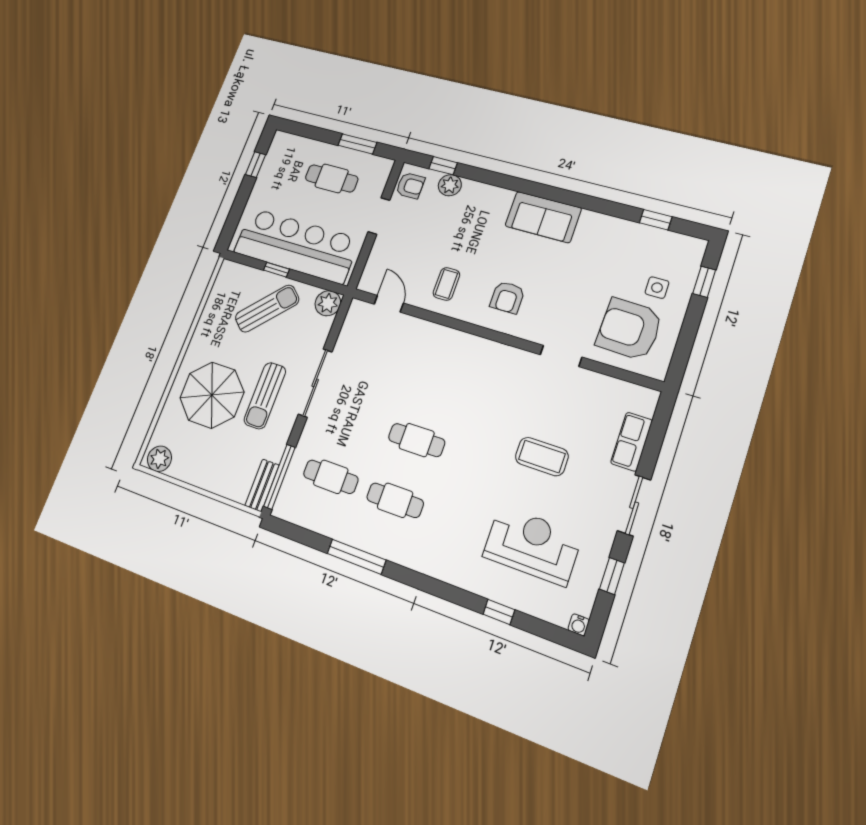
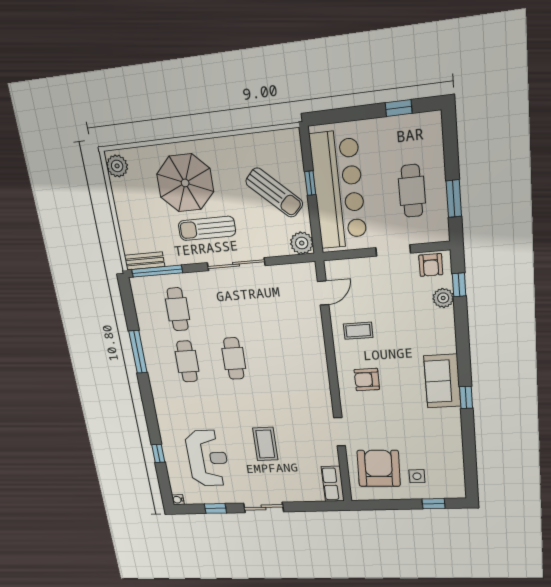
window: (656, 220) -> (466, 397), moved
row of seats: (632, 442) -> (333, 484), moved, turned -90

